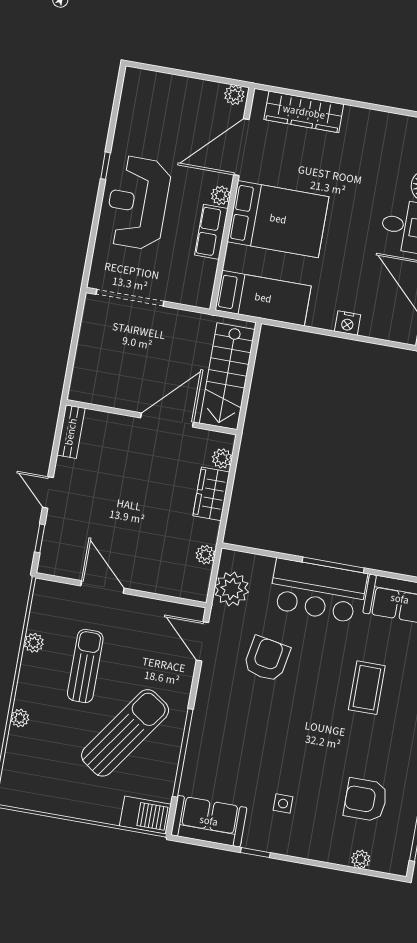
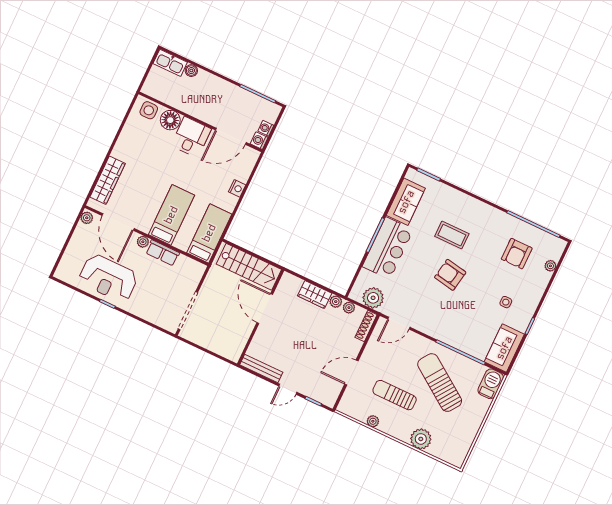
reception desk: (138, 203) -> (108, 278), moved
bed: (278, 219) -> (171, 215), width x0.67
bench: (71, 432) -> (261, 369), width x1.36
plant: (222, 458) -> (336, 302), moved
shoe rack: (183, 590) -> (366, 326), added
armchair: (267, 659) -> (450, 275), moved
plant: (20, 718) -> (421, 439), width x1.87, depth x1.87

